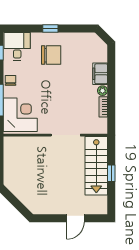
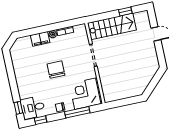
window: (50, 29) -> (18, 108), moved
chair: (51, 55) -> (56, 70), moved
window: (111, 173) -> (125, 11), moved

